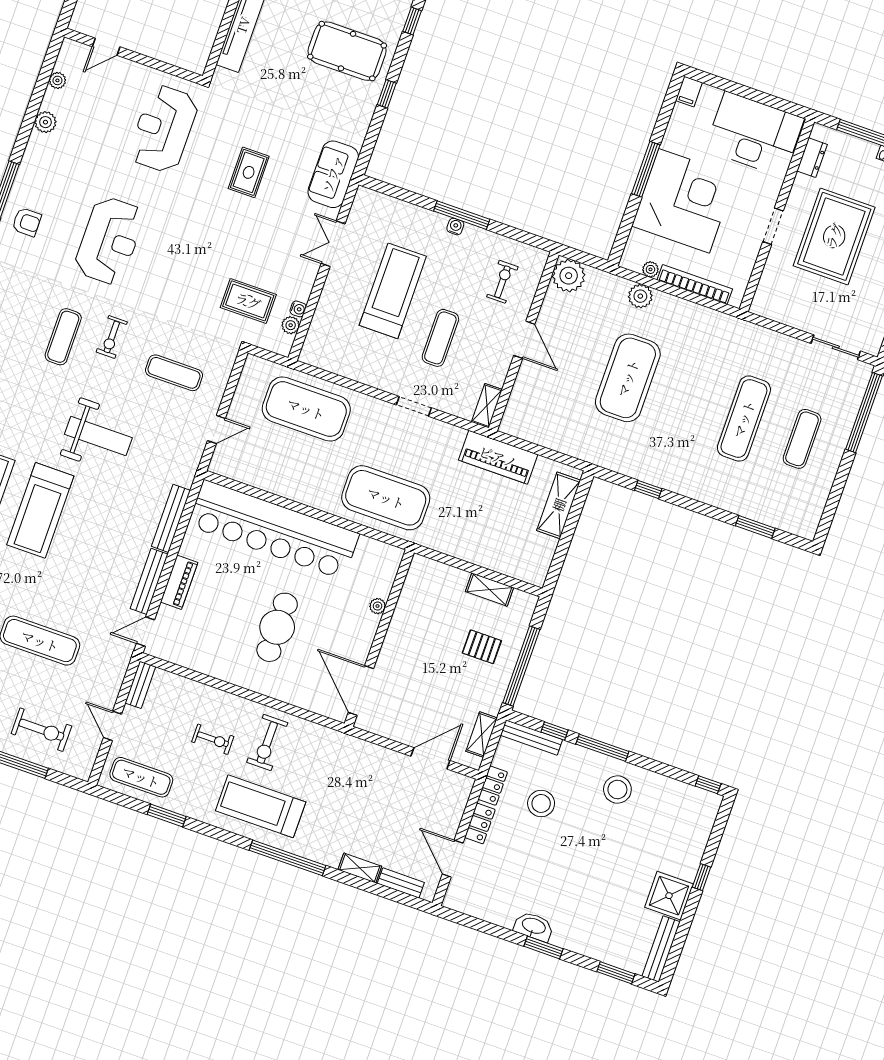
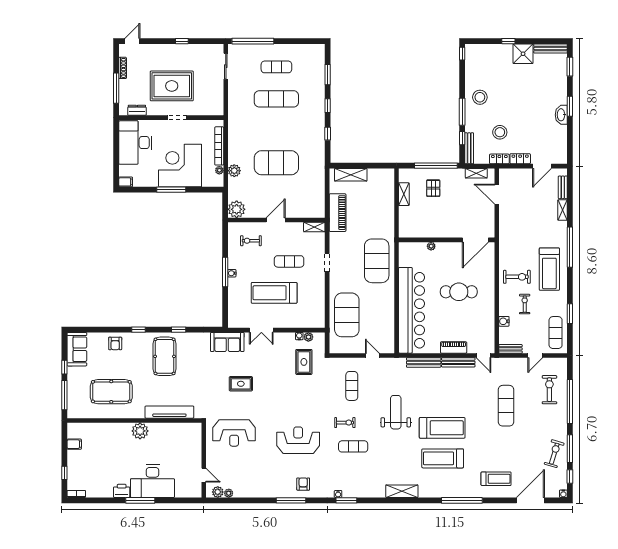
plant: (45, 122) -> (218, 492), moved
window: (699, 507) -> (328, 106), added
water cooler: (195, 691) -> (504, 321), added

